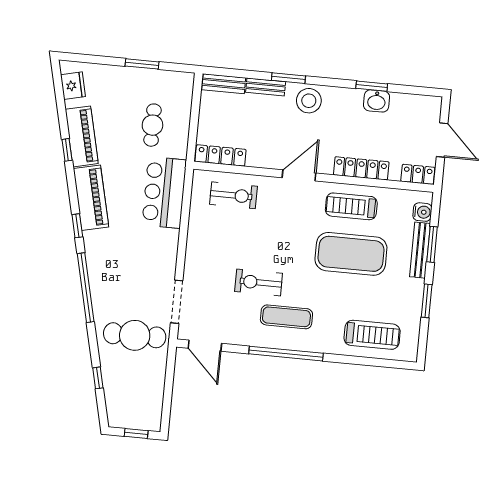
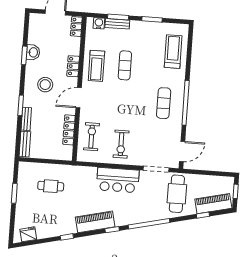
stool: (309, 101) -> (45, 85), moved
piano: (82, 136) -> (213, 204), moved
locker: (221, 155) -> (69, 130), moved
locker: (361, 168) -> (73, 66), width x0.66
door: (299, 175) -> (79, 98), hinge flipped
bar counter: (164, 192) -> (118, 180), moved
bench: (420, 250) -> (117, 24), width x0.73
exercise mat: (351, 254) -> (125, 65), width x0.50, depth x0.69
exercise bike: (259, 282) -> (121, 144), moved

